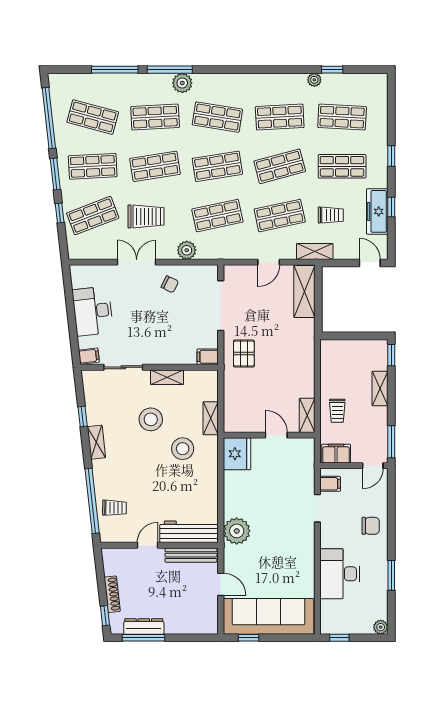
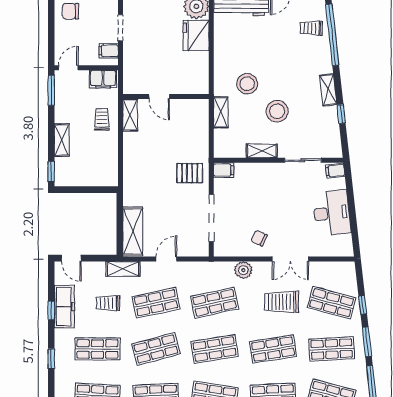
shop shelf: (93, 216) -> (332, 303), turned 36
pallet: (244, 354) -> (190, 173), turned 90
fridge: (237, 454) -> (196, 35), moved

